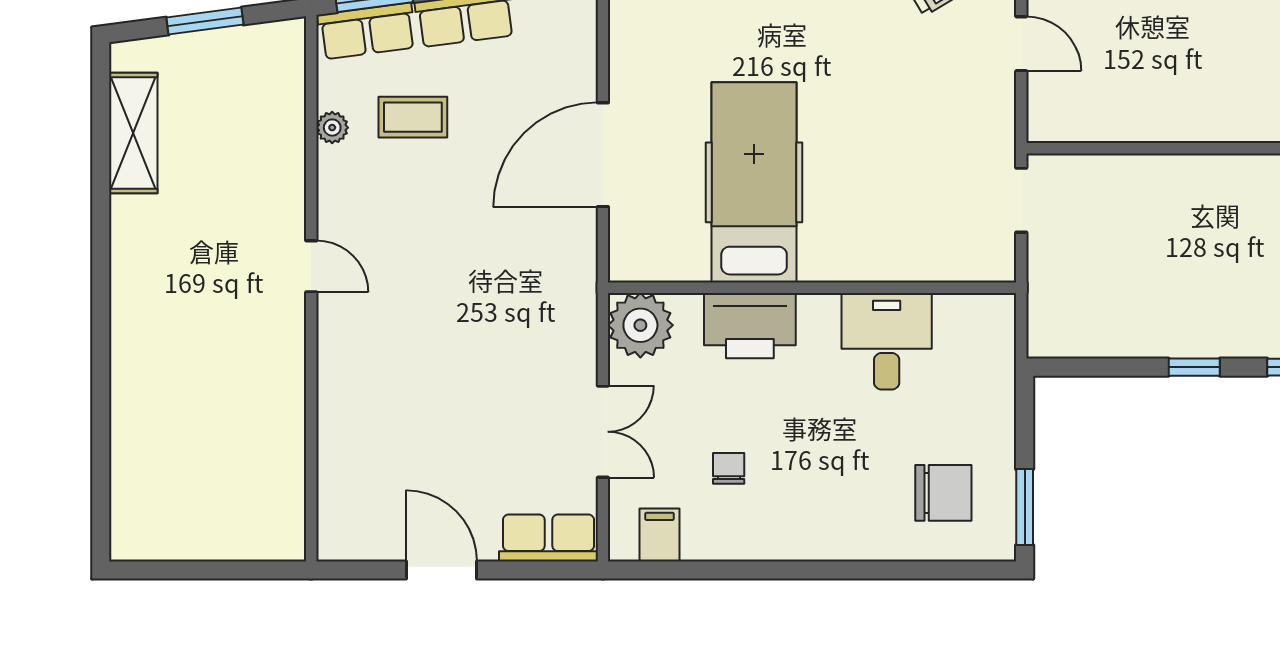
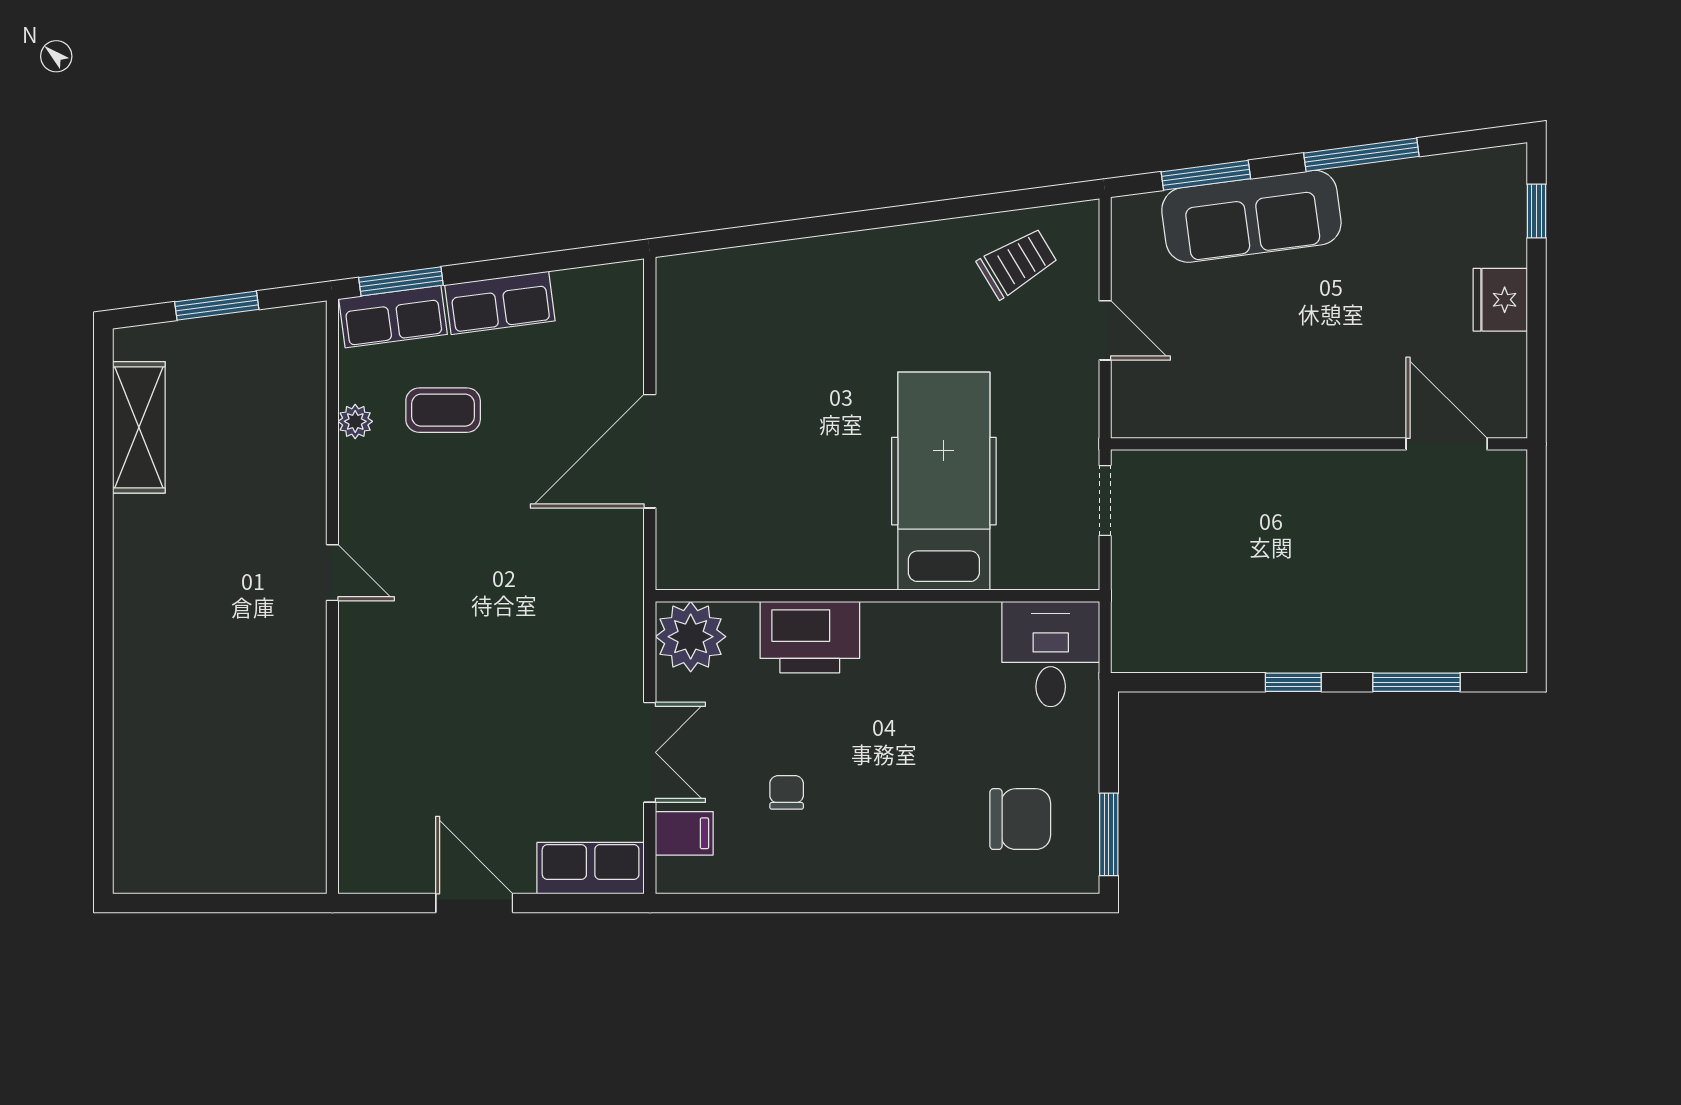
hospital bed: (754, 182) -> (944, 481), moved
desk: (887, 341) -> (1051, 654), moved
filing cabinet: (660, 535) -> (684, 833), moved, turned 90

